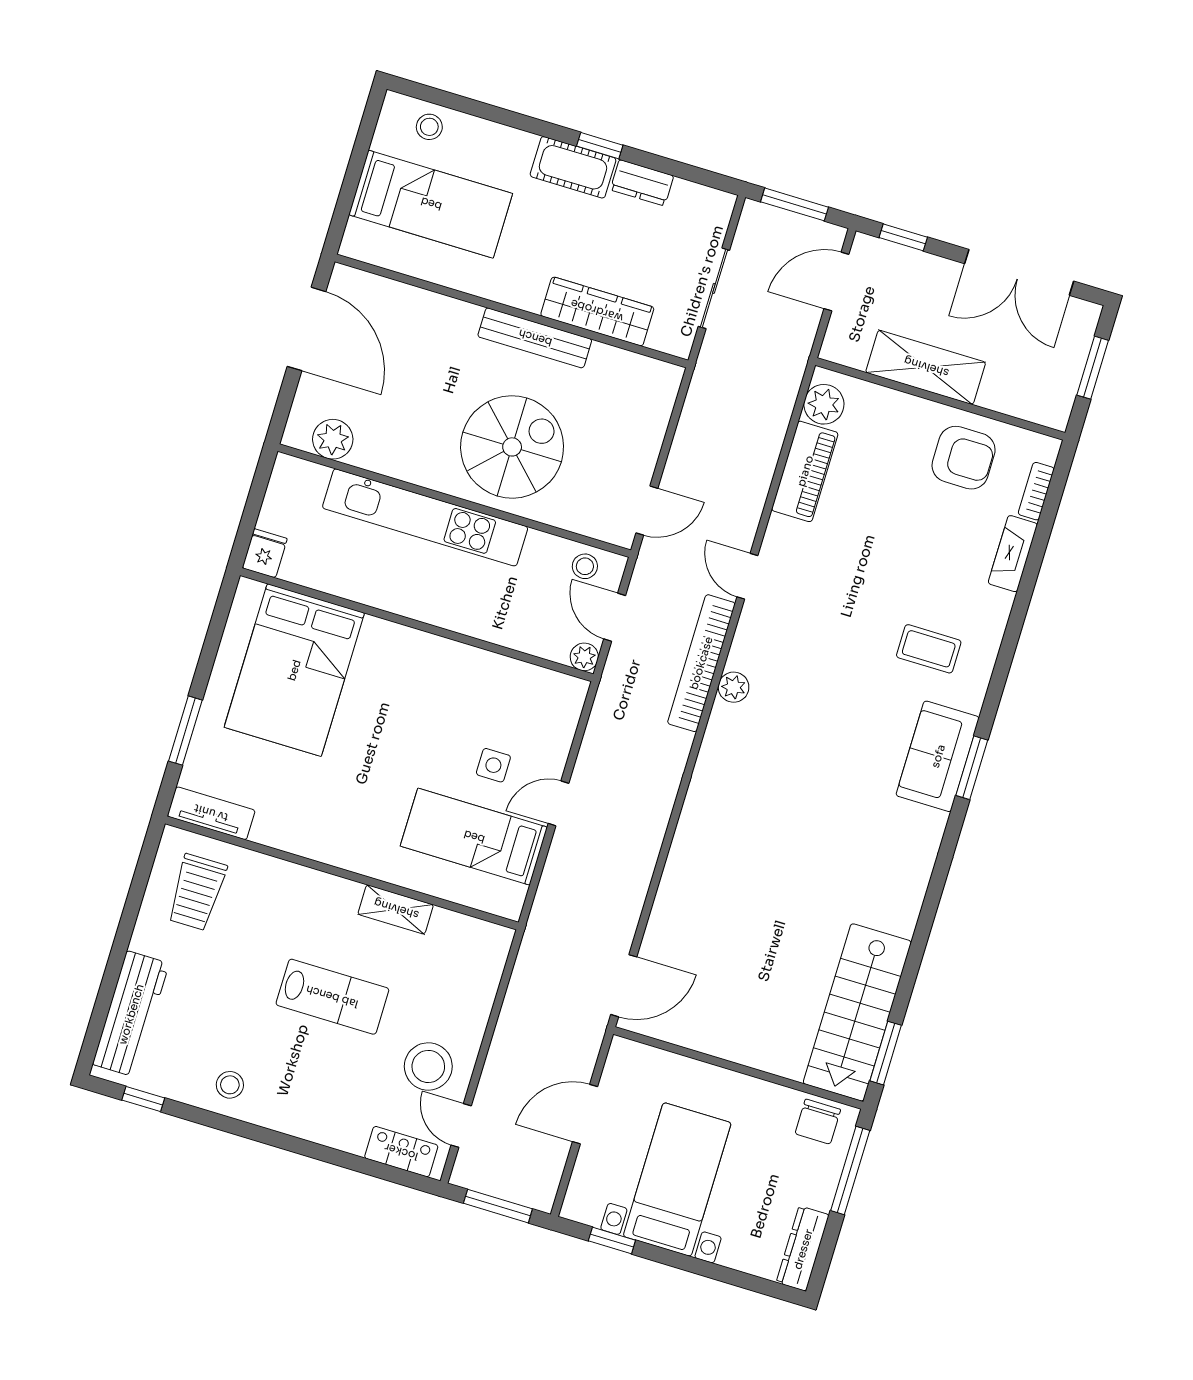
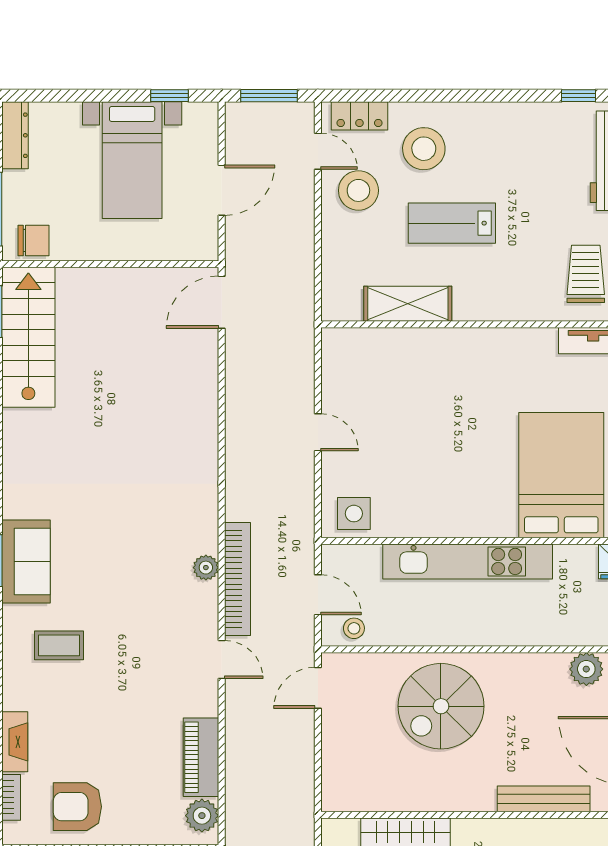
bench: (535, 338) -> (544, 799), moved
kitchen unit: (425, 517) -> (468, 561), moved, turned 180
plant: (584, 657) -> (333, 556), removed
side table: (493, 765) -> (354, 514), moved, width x1.37, depth x1.37
door: (558, 803) -> (318, 432), hinge flipped
bed: (474, 837) -> (377, 385), removed
shelving: (396, 909) -> (408, 304), width x1.50, depth x1.33
stool: (230, 1085) -> (424, 149), moved, width x1.89, depth x1.89
chair: (818, 1122) -> (34, 240), turned 90

